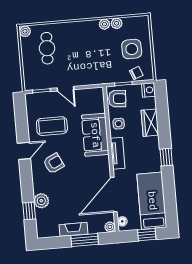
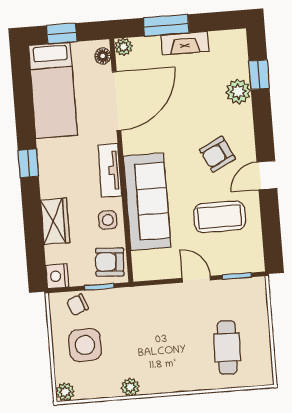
plant: (117, 23) -> (65, 392), moved
plant: (25, 31) -> (264, 376), removed
sofa: (95, 135) -> (147, 202), width x1.36

